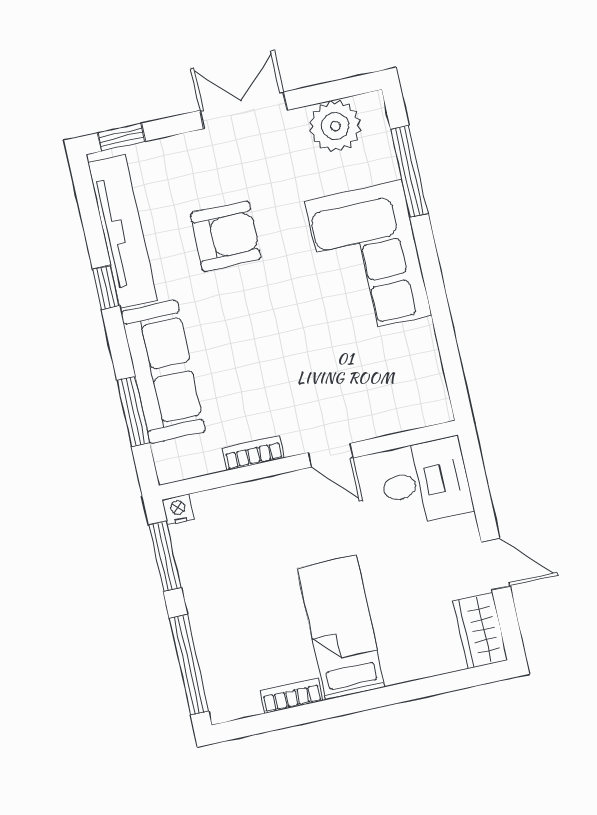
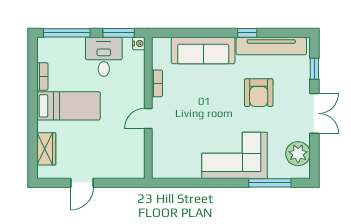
window: (121, 137) -> (314, 69), moved
window: (133, 412) -> (188, 33), removed
desk: (425, 482) -> (104, 57), moved, turned 180
wardrobe: (480, 631) -> (46, 149), moved, turned 90

